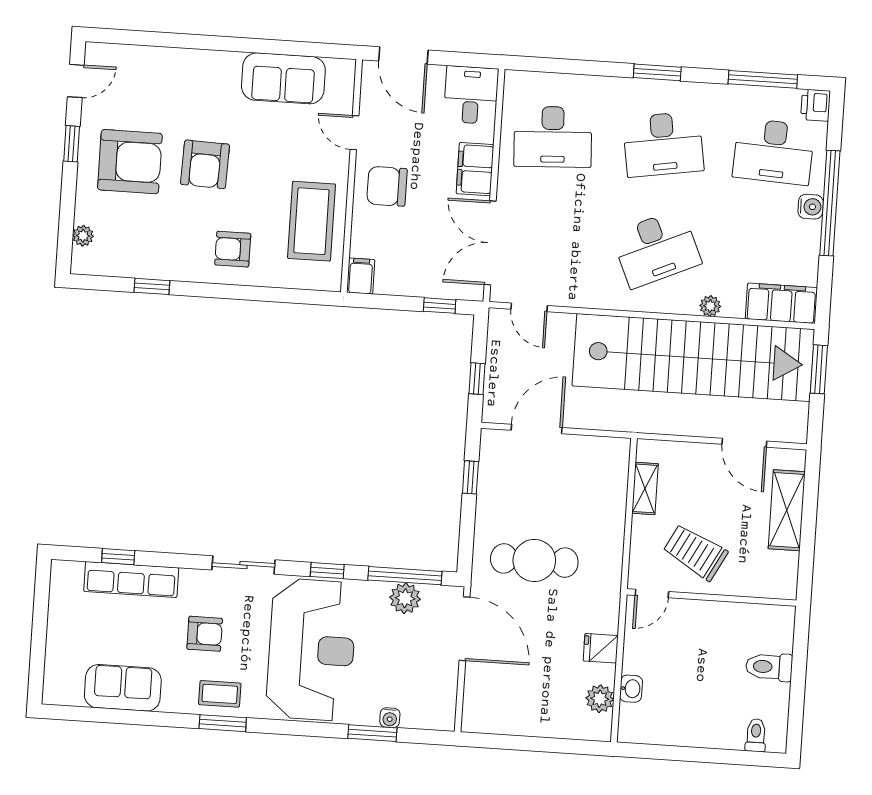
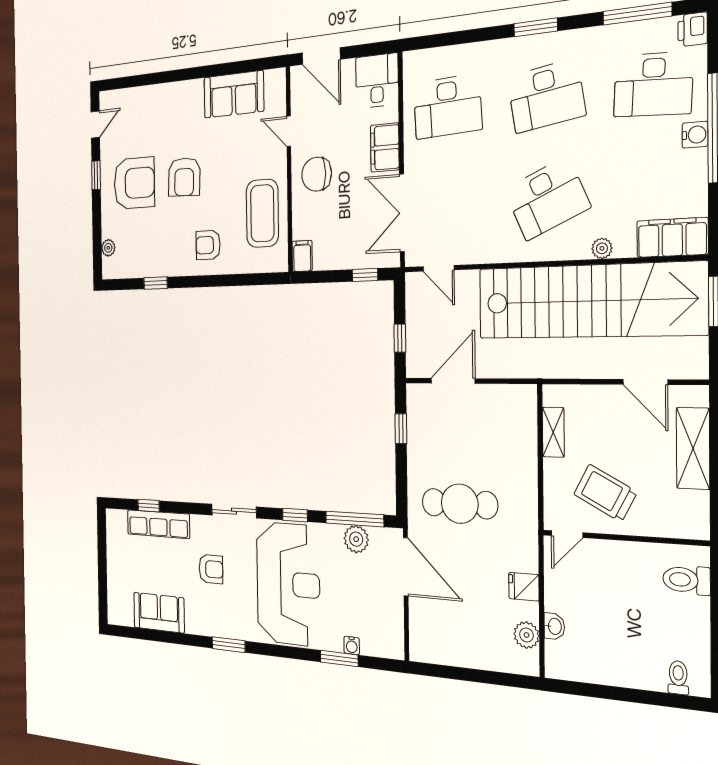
toilet: (769, 667) -> (686, 580), moved
coffee table: (220, 694) -> (225, 620), removed

